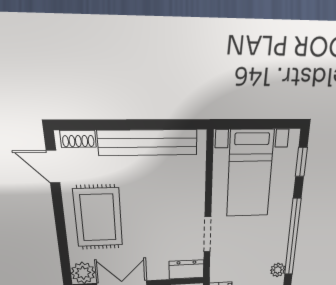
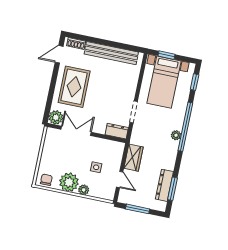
window: (248, 124) -> (167, 55), added
door: (53, 167) -> (59, 54), hinge flipped
plant: (278, 270) -> (176, 135), moved

